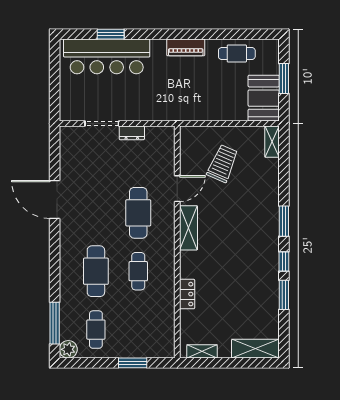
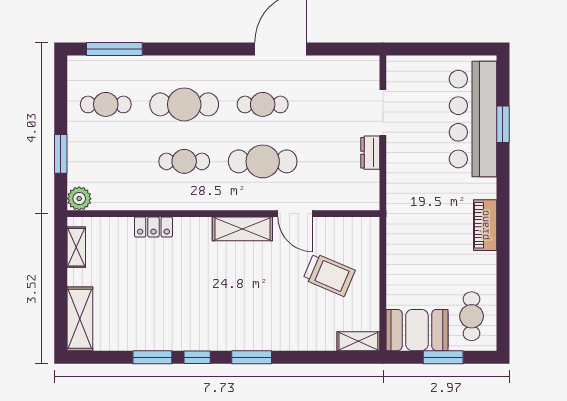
cafe table: (237, 54) -> (472, 316), moved
cafe table: (96, 213) -> (263, 104), added
plant: (68, 349) -> (79, 199), moved

